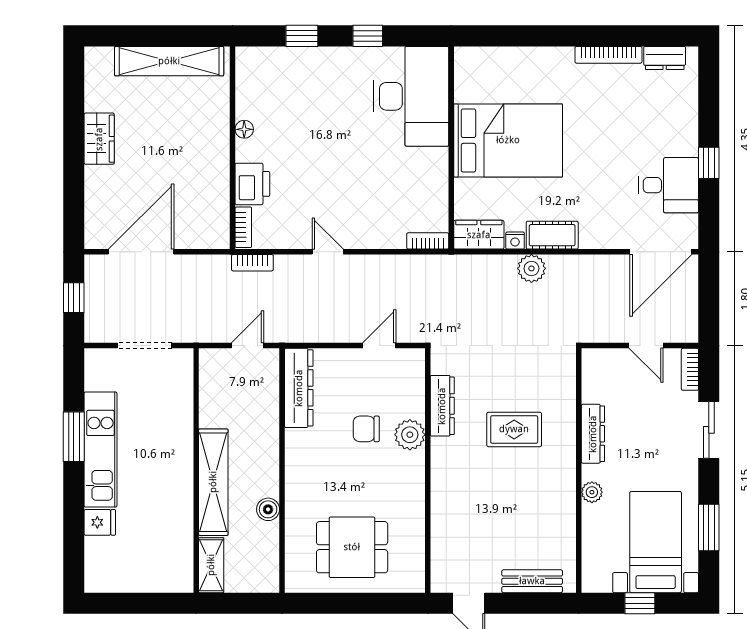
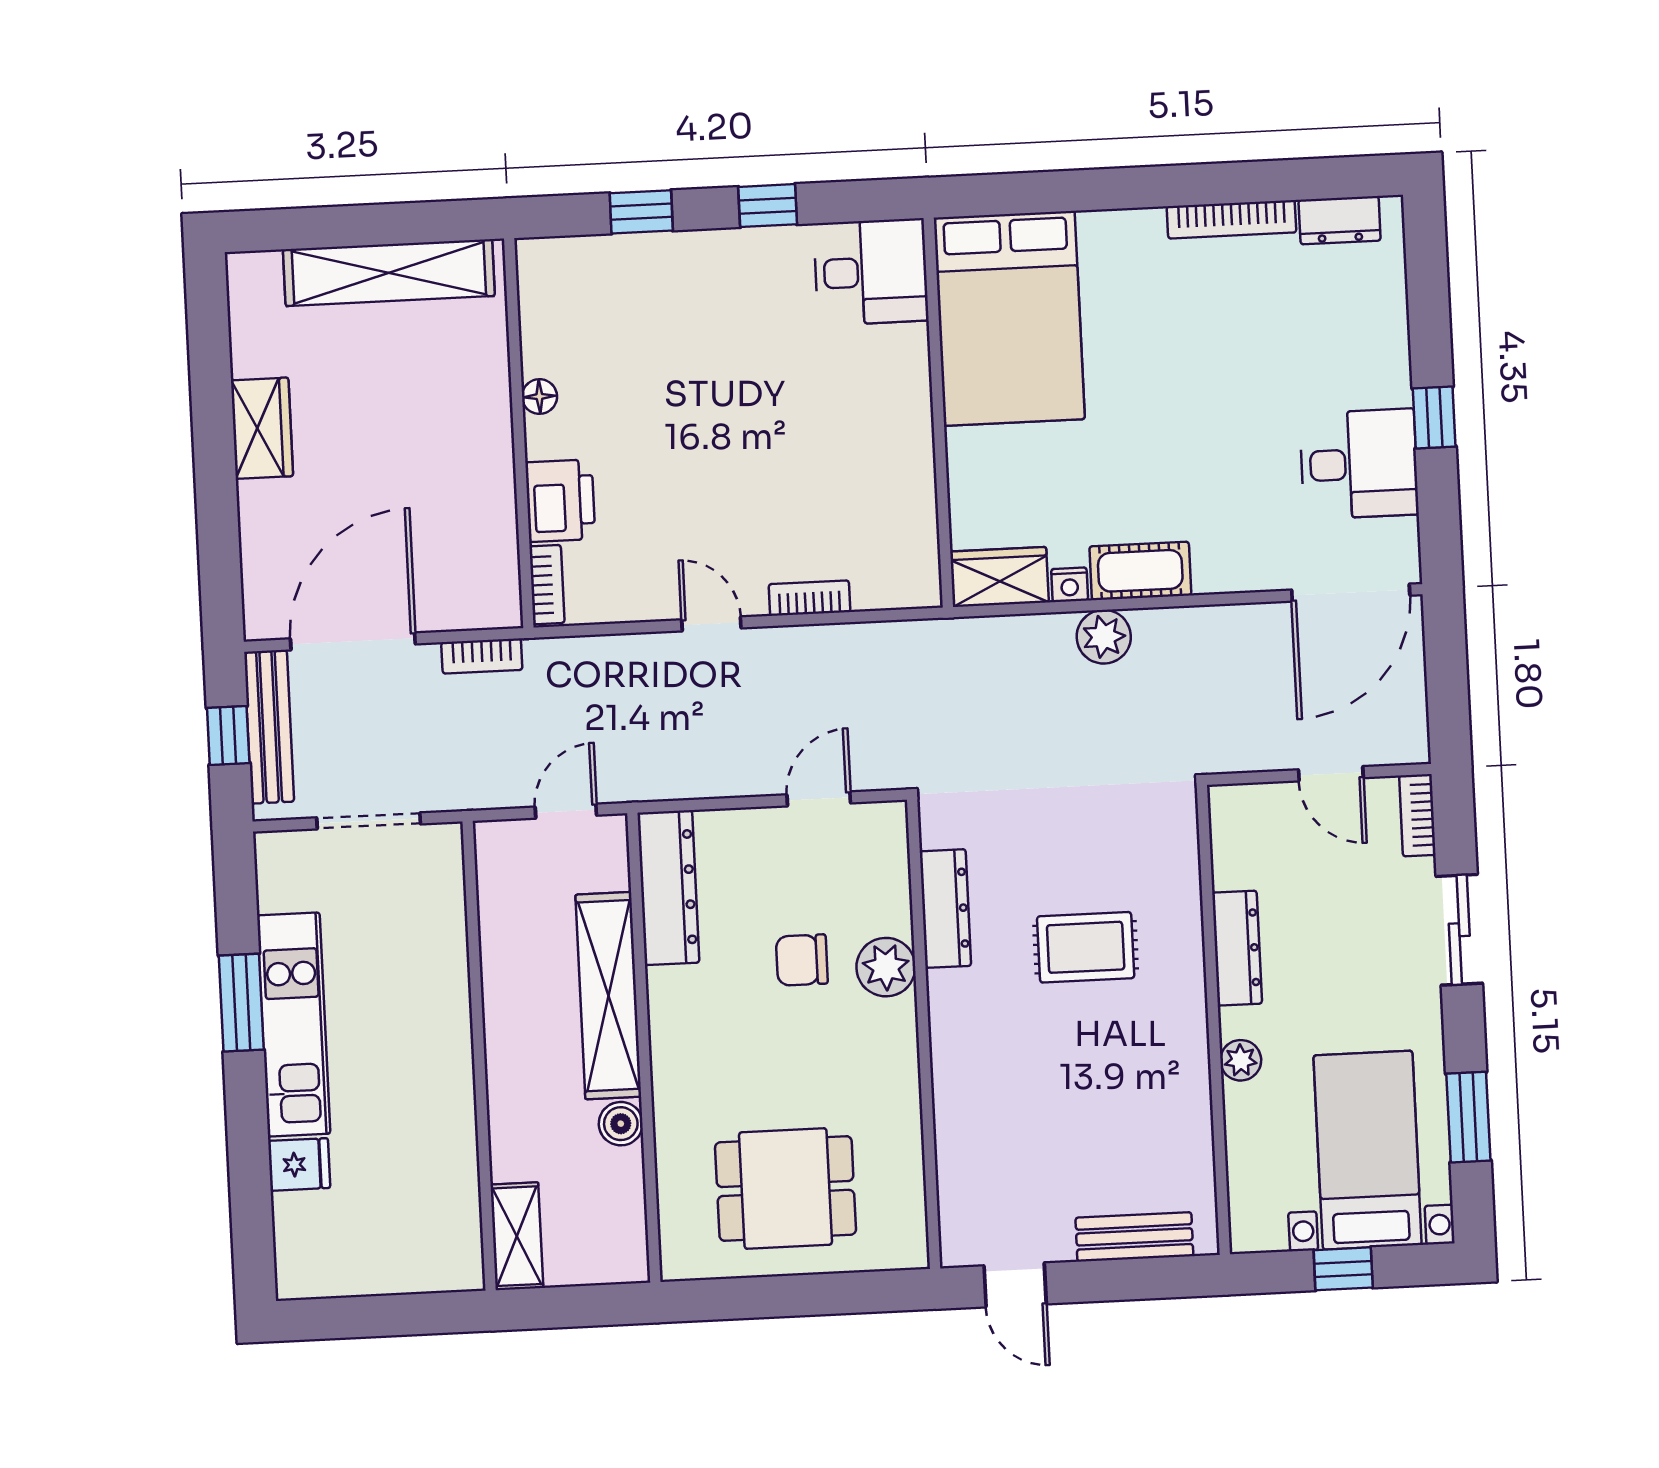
desk: (411, 96) -> (871, 272), width x0.53, depth x0.77
bed: (508, 140) -> (1009, 318), moved, turned 90
bookcase: (428, 241) -> (809, 598), moved
bookcase: (252, 263) -> (482, 656), moved
bench: (95, 294) -> (269, 727), added
shelving: (213, 482) -> (608, 996), moved

